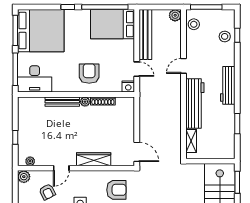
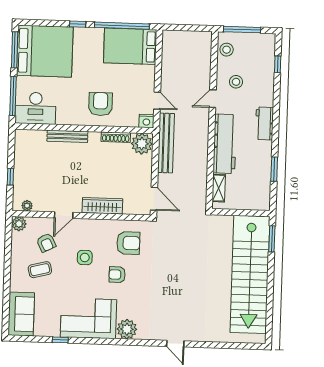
plant: (175, 15) -> (205, 38), removed
bench: (145, 34) -> (166, 143), moved
stool: (225, 36) -> (236, 82), moved
workbench: (228, 85) -> (264, 123), width x0.73
plant: (85, 102) -> (142, 144), moved, width x1.87, depth x1.87

